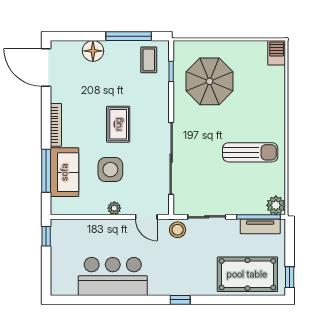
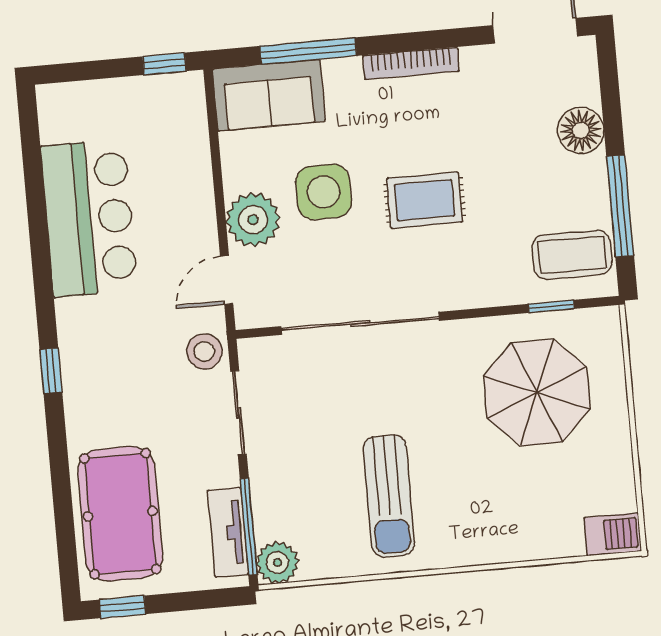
coffee table: (149, 60) -> (572, 255), width x1.36, depth x1.30
sofa: (64, 172) -> (269, 95), moved
plant: (114, 208) -> (253, 220), width x1.88, depth x1.88

